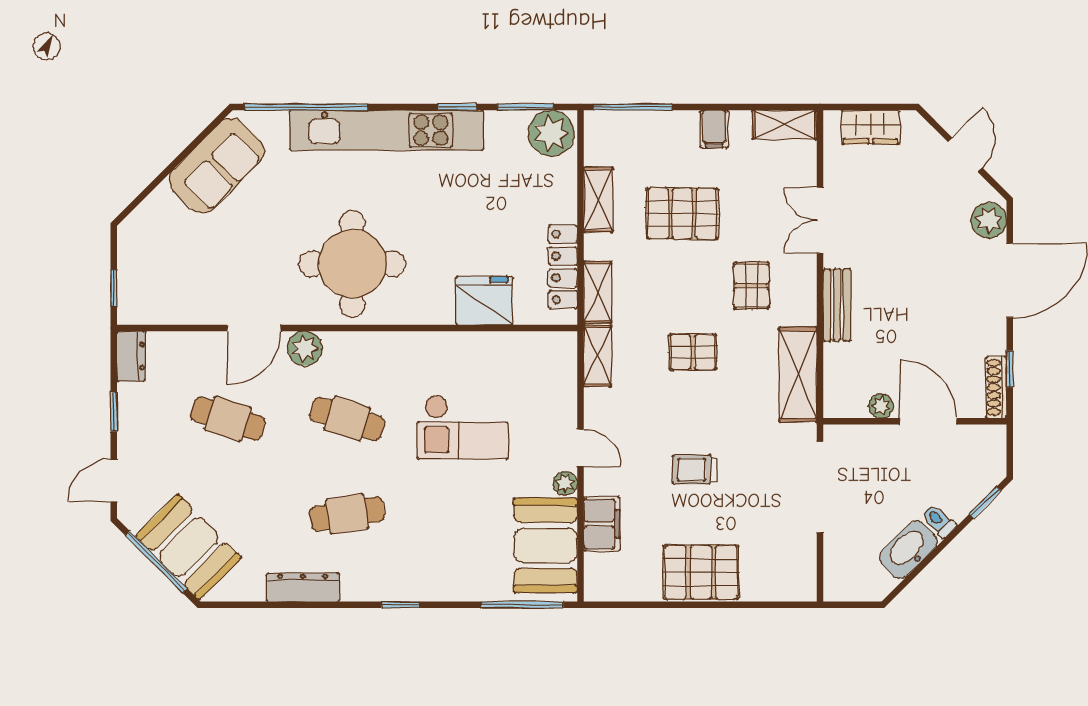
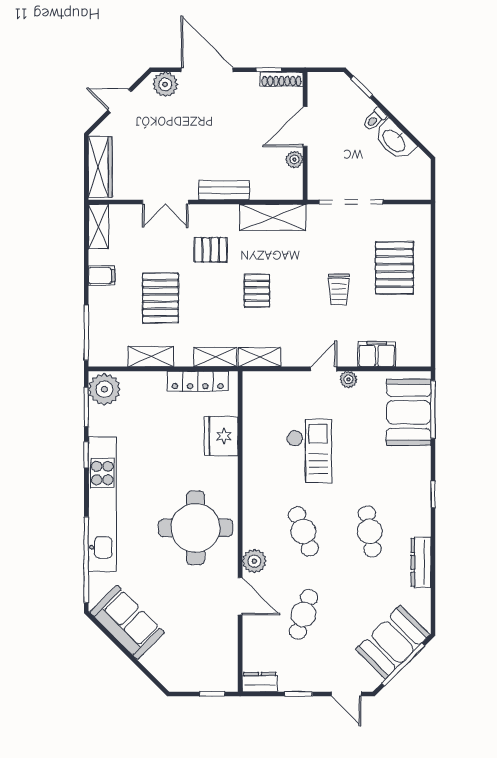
wardrobe: (871, 127) -> (100, 167), width x1.50
cafe table: (347, 419) -> (303, 531), turned -39
booth: (545, 545) -> (409, 412), moved, turned 90
pallet: (701, 572) -> (394, 268), moved

